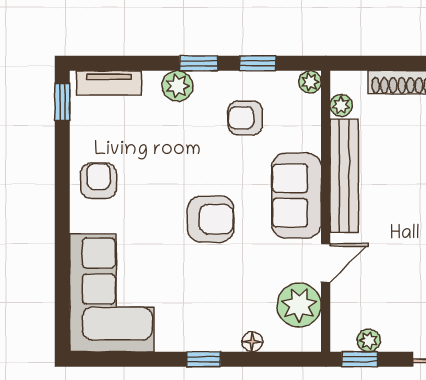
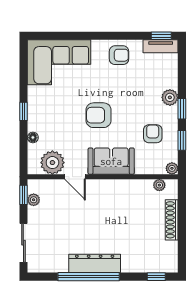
tv unit: (109, 83) -> (161, 46), moved, turned -90
bench: (344, 176) -> (122, 187), removed
armchair: (211, 219) -> (99, 115), turned 90

